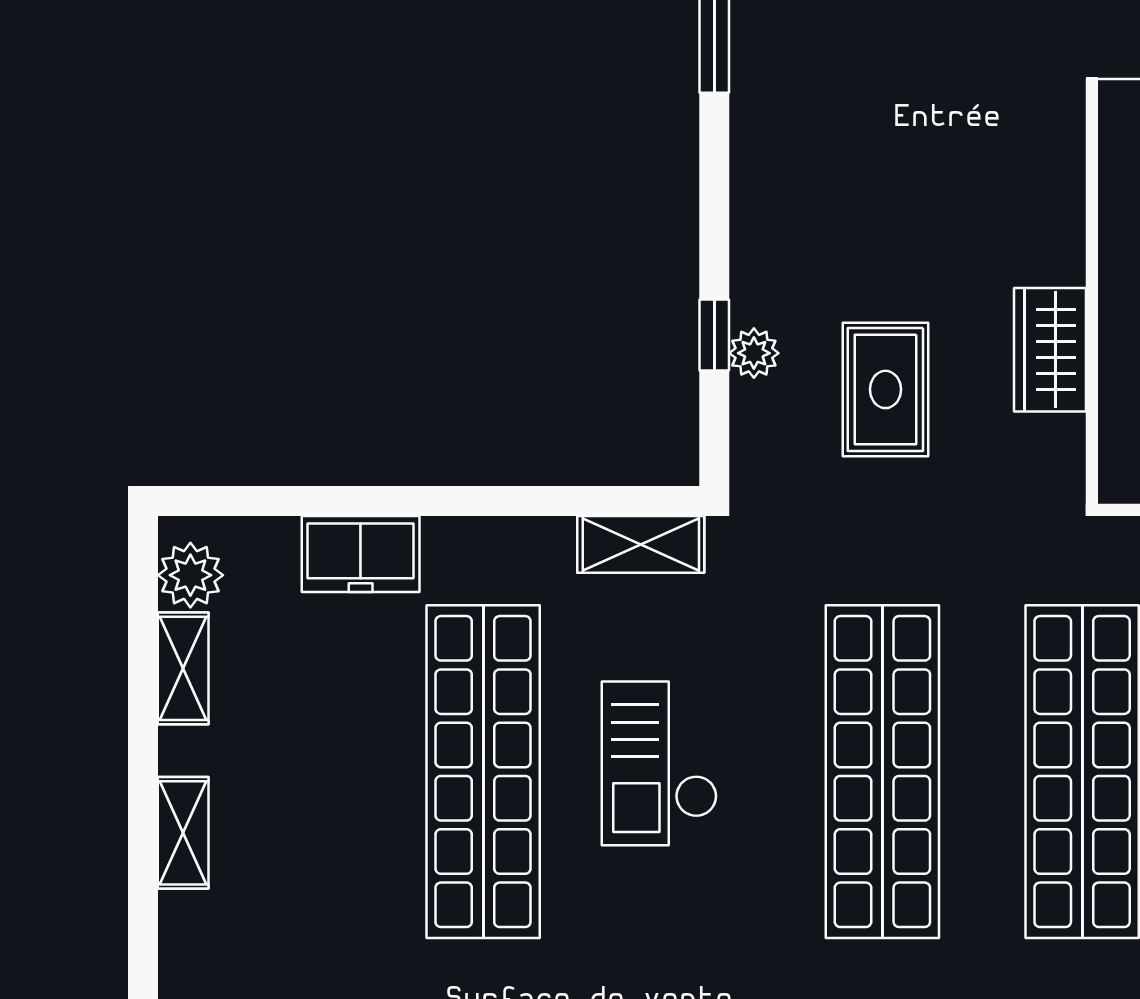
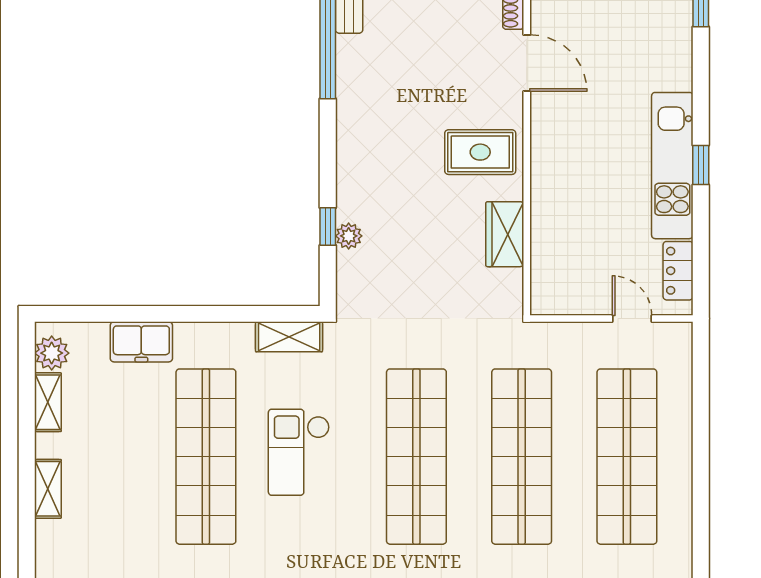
rug: (885, 389) -> (480, 152), moved, turned 90

